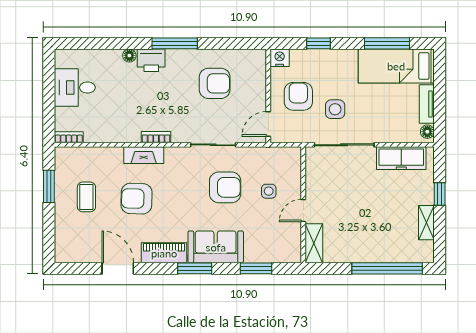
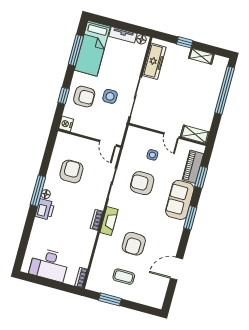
floor lamp: (129, 56) -> (46, 194), moved
desk: (75, 88) -> (49, 265), width x1.37
armchair: (298, 96) -> (84, 97), moved, turned 180
fireplace: (144, 155) -> (109, 221), moved
armchair: (225, 187) -> (142, 183), turned -90
piano: (164, 253) -> (193, 167), moved

